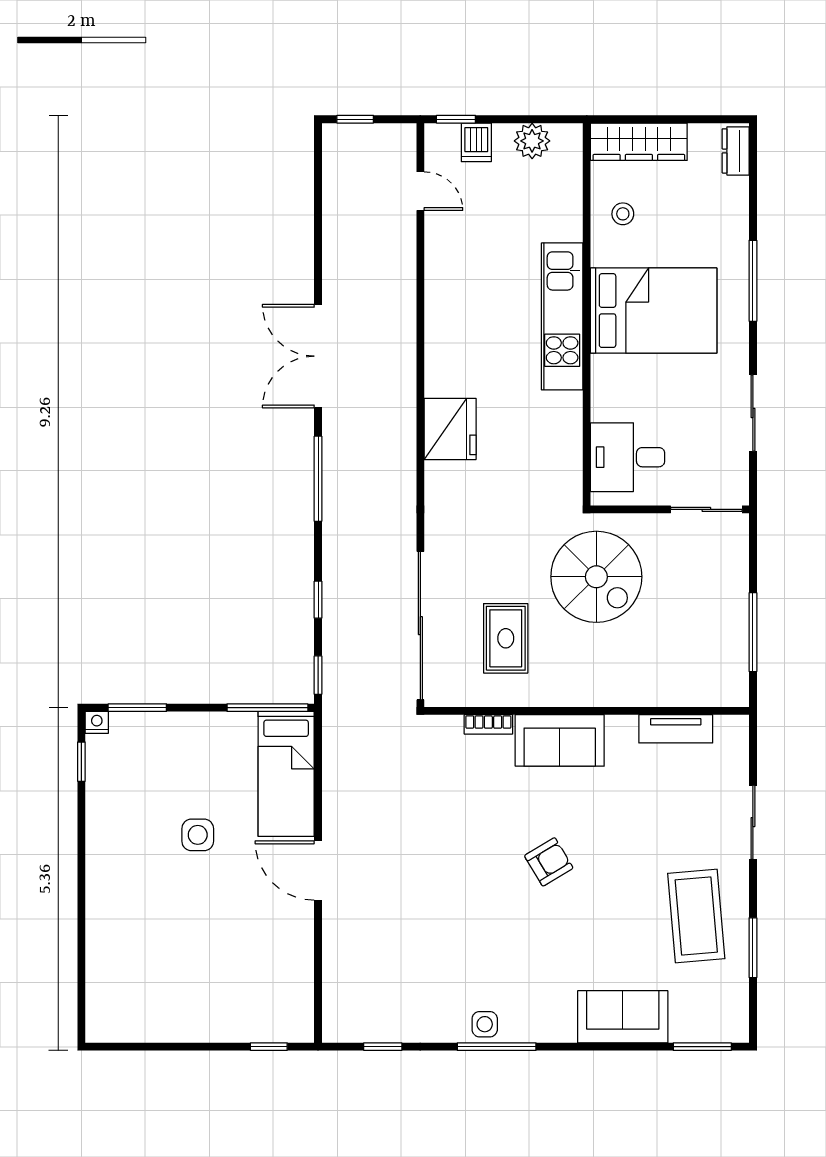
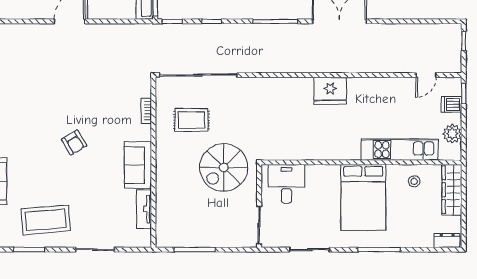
kitchen unit: (562, 316) -> (400, 149), moved
fridge: (450, 429) -> (330, 91), moved
sofa: (560, 740) -> (138, 165), moved

